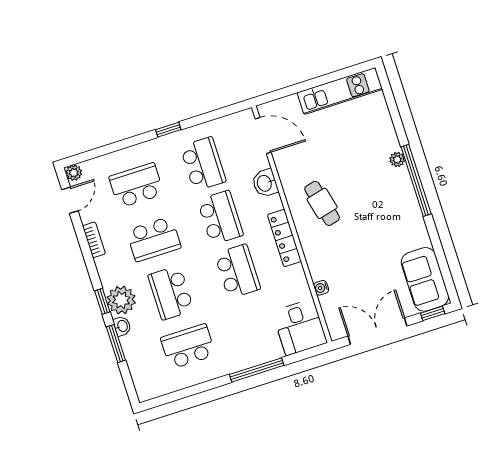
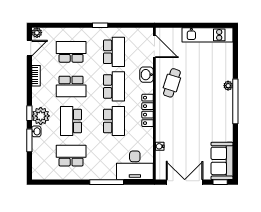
cafe table: (322, 203) -> (172, 83), moved, turned 32
desk: (300, 327) -> (135, 165), width x1.37

